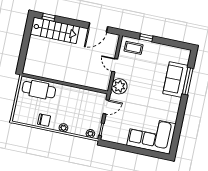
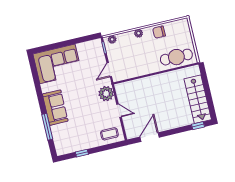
stairs: (55, 30) -> (198, 99), moved, turned -90
window: (146, 38) -> (82, 153), moved
sofa: (175, 80) -> (55, 108), moved

